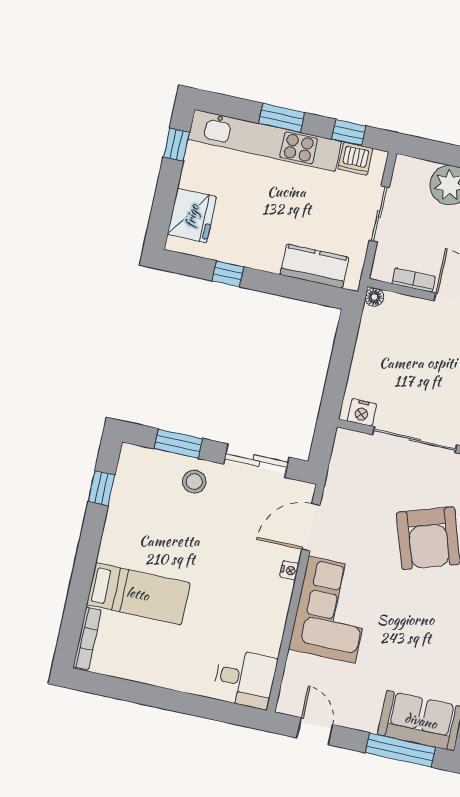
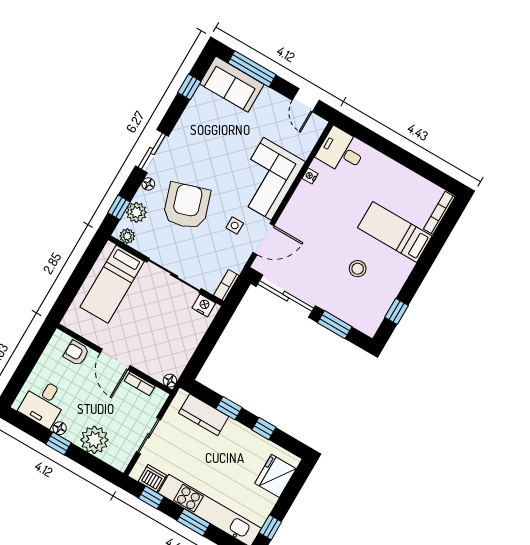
window: (283, 286) -> (229, 408), added
bookcase: (341, 449) -> (226, 285), added
sliding door: (256, 461) -> (286, 296), width x1.37
stool: (194, 482) -> (358, 269), moved
side table: (355, 533) -> (235, 225), added
nightstand: (289, 570) -> (310, 176), moved

